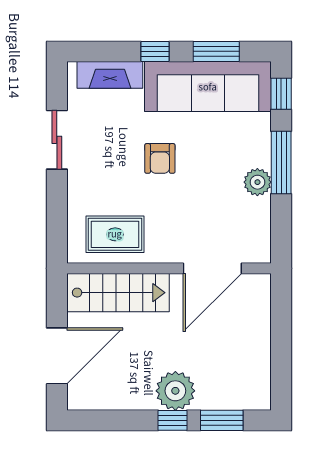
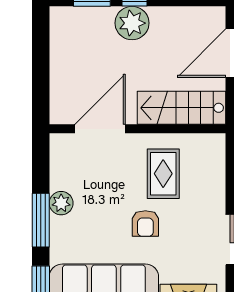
armchair: (160, 158) -> (145, 224), turned 180
rug: (115, 234) -> (163, 174), moved, turned 90

